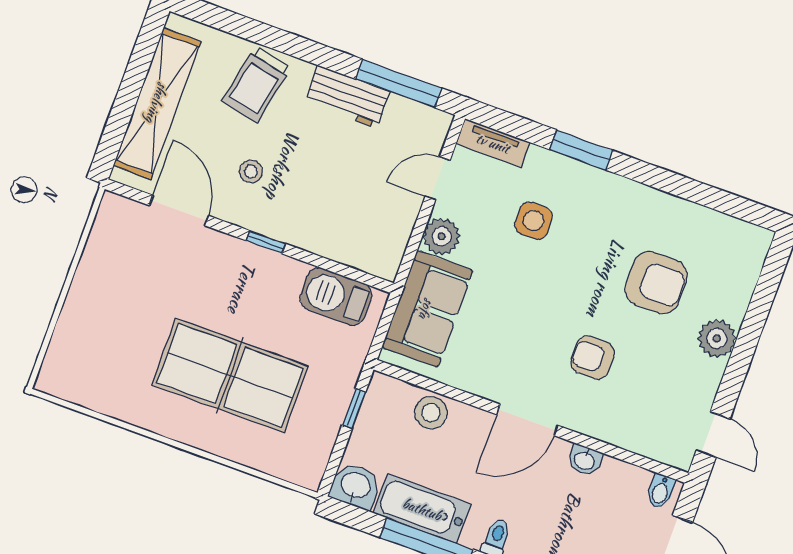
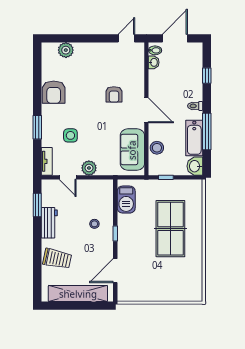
window: (399, 84) -> (37, 205), width x0.69
stool: (251, 171) -> (94, 224), moved
armchair: (656, 282) -> (54, 92), moved, turned 180
sofa: (427, 309) -> (132, 150), moved, turned -90
plant: (717, 338) -> (66, 50), moved
washbasin: (585, 460) -> (154, 62), moved

